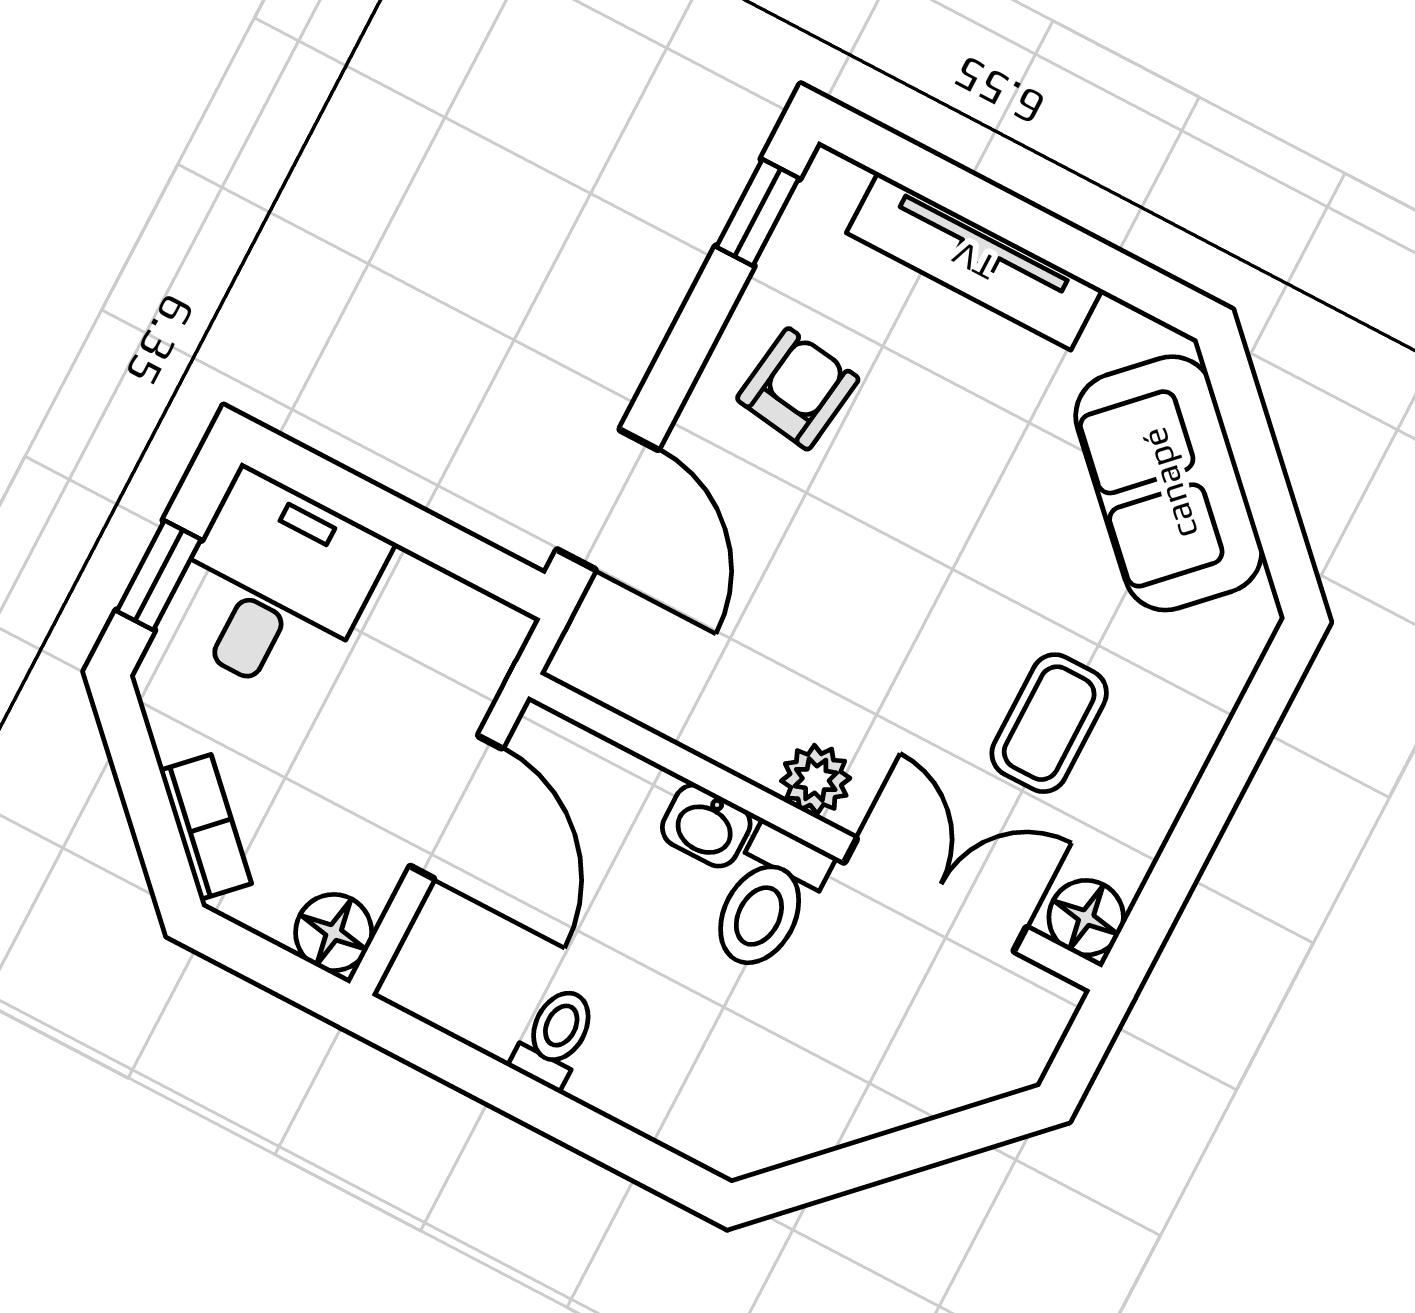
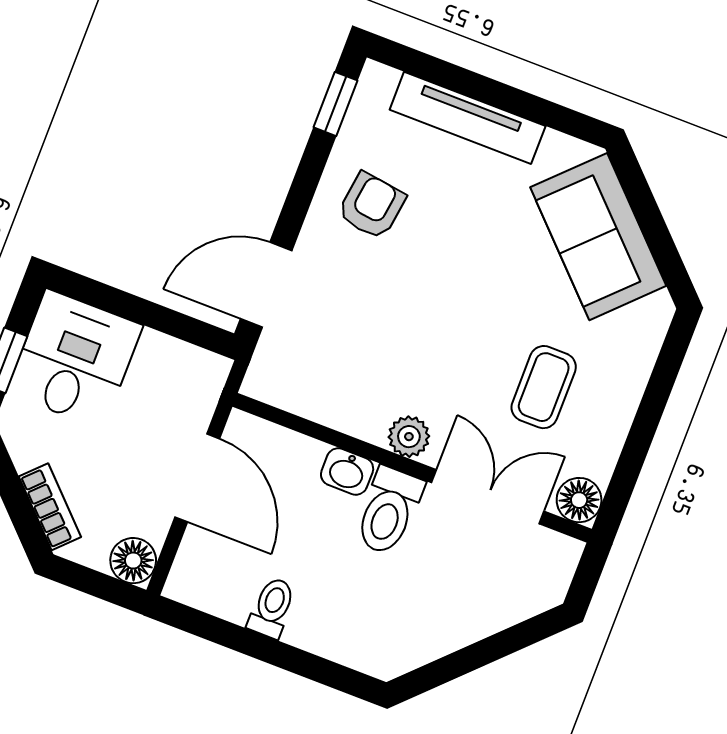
door: (608, 500) -> (266, 285), swing flipped

